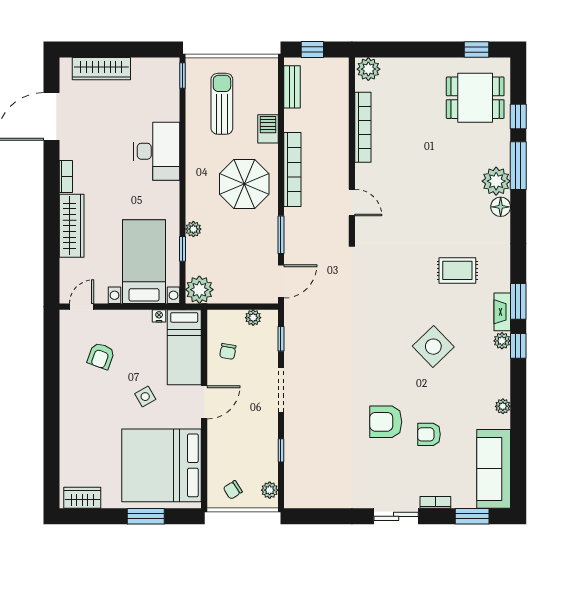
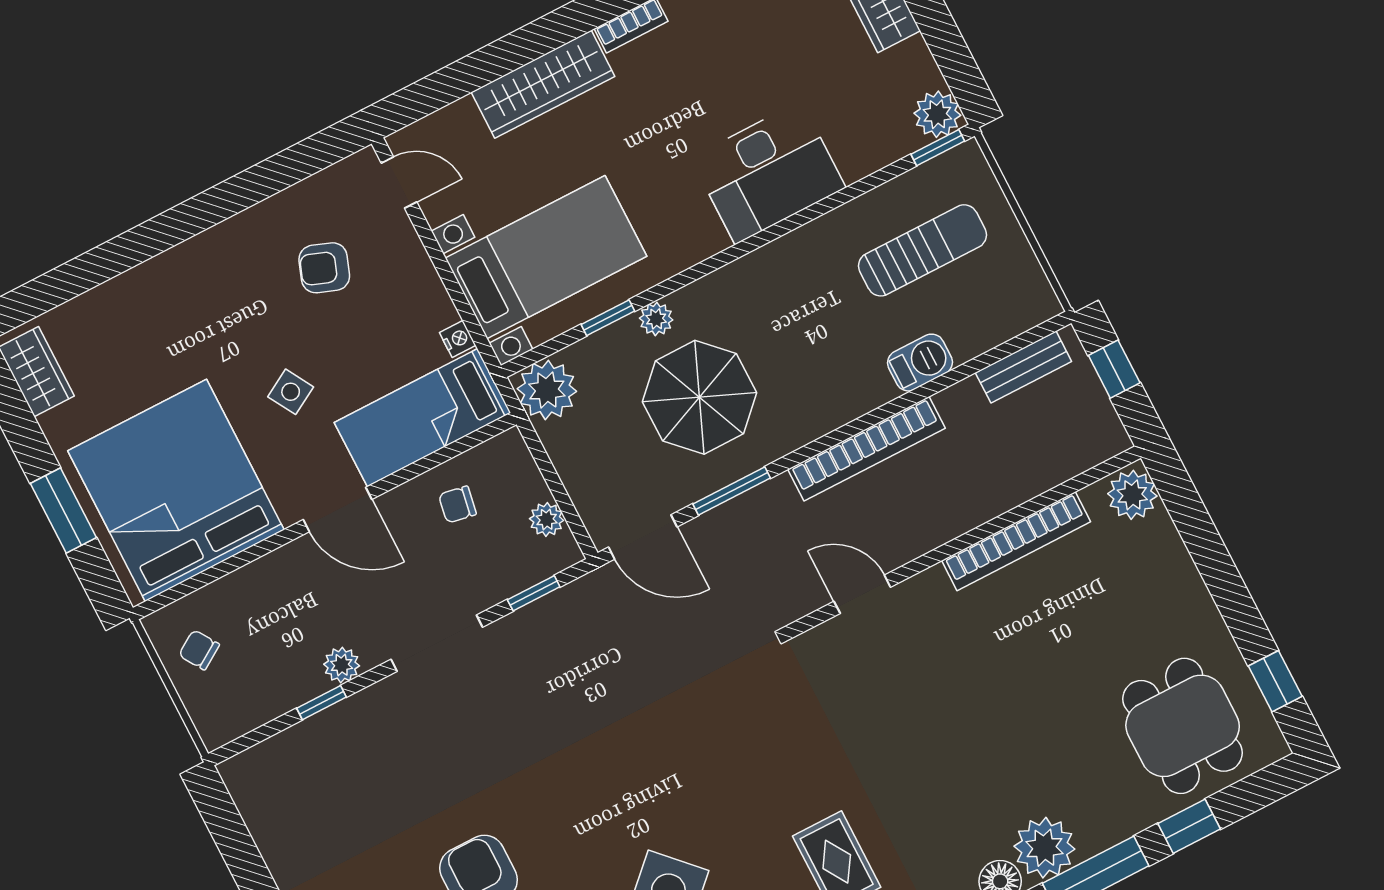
plant: (169, 68) -> (937, 114), added
parasol: (244, 184) -> (699, 397), moved
door: (352, 202) -> (862, 594), swing flipped
plant: (270, 490) -> (342, 665), moved

